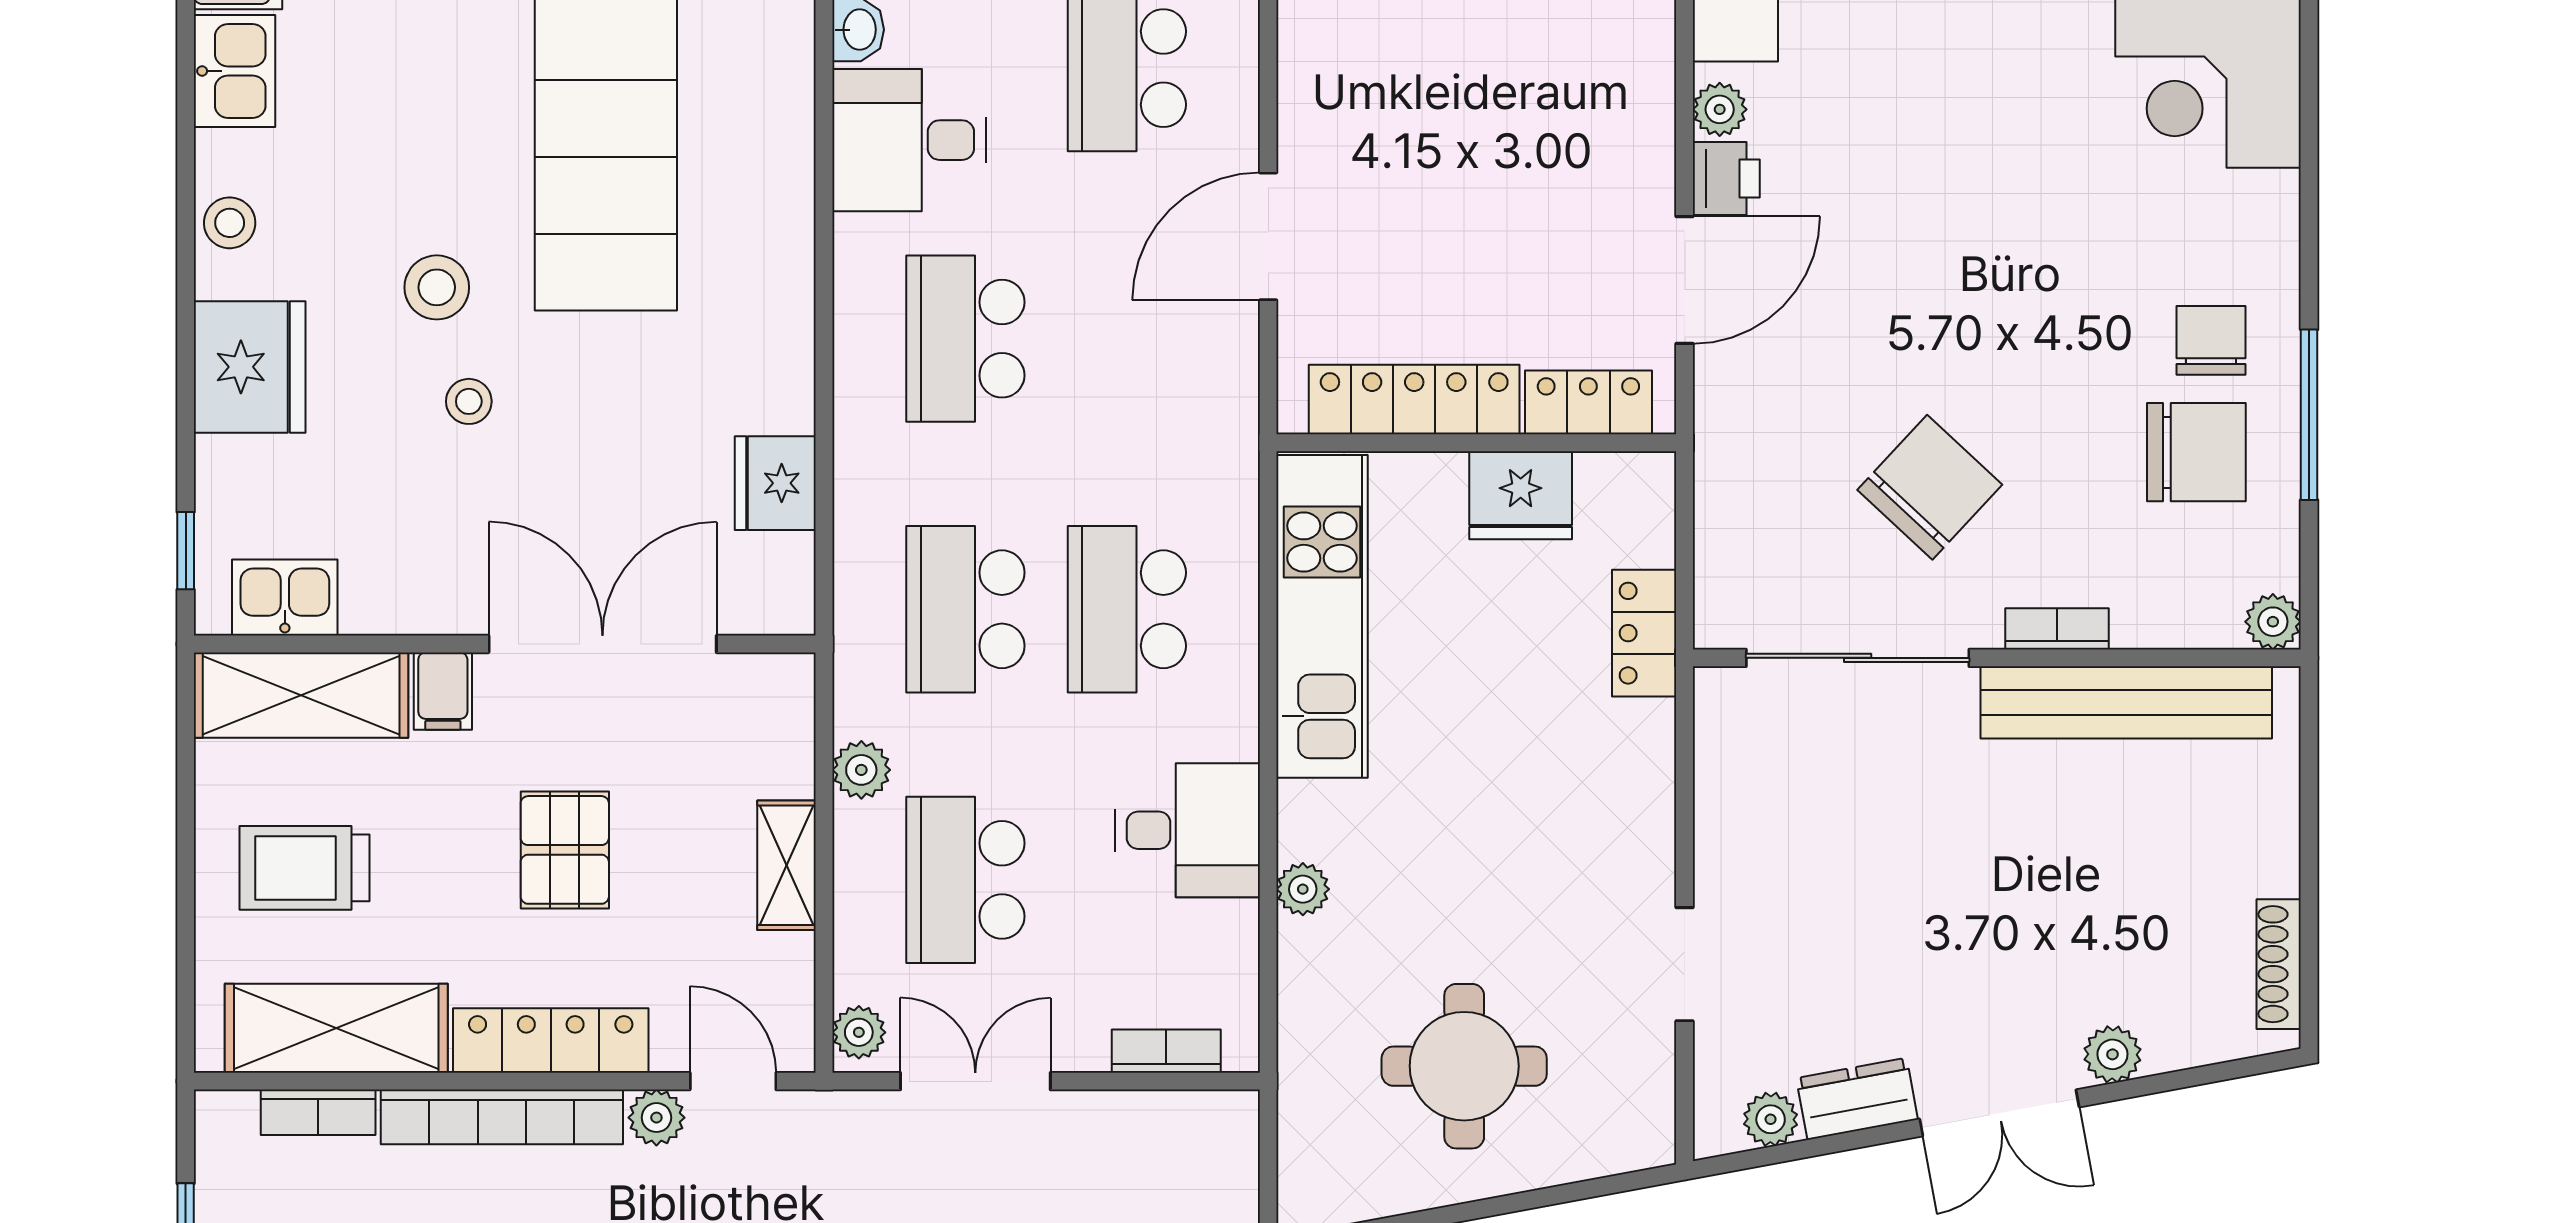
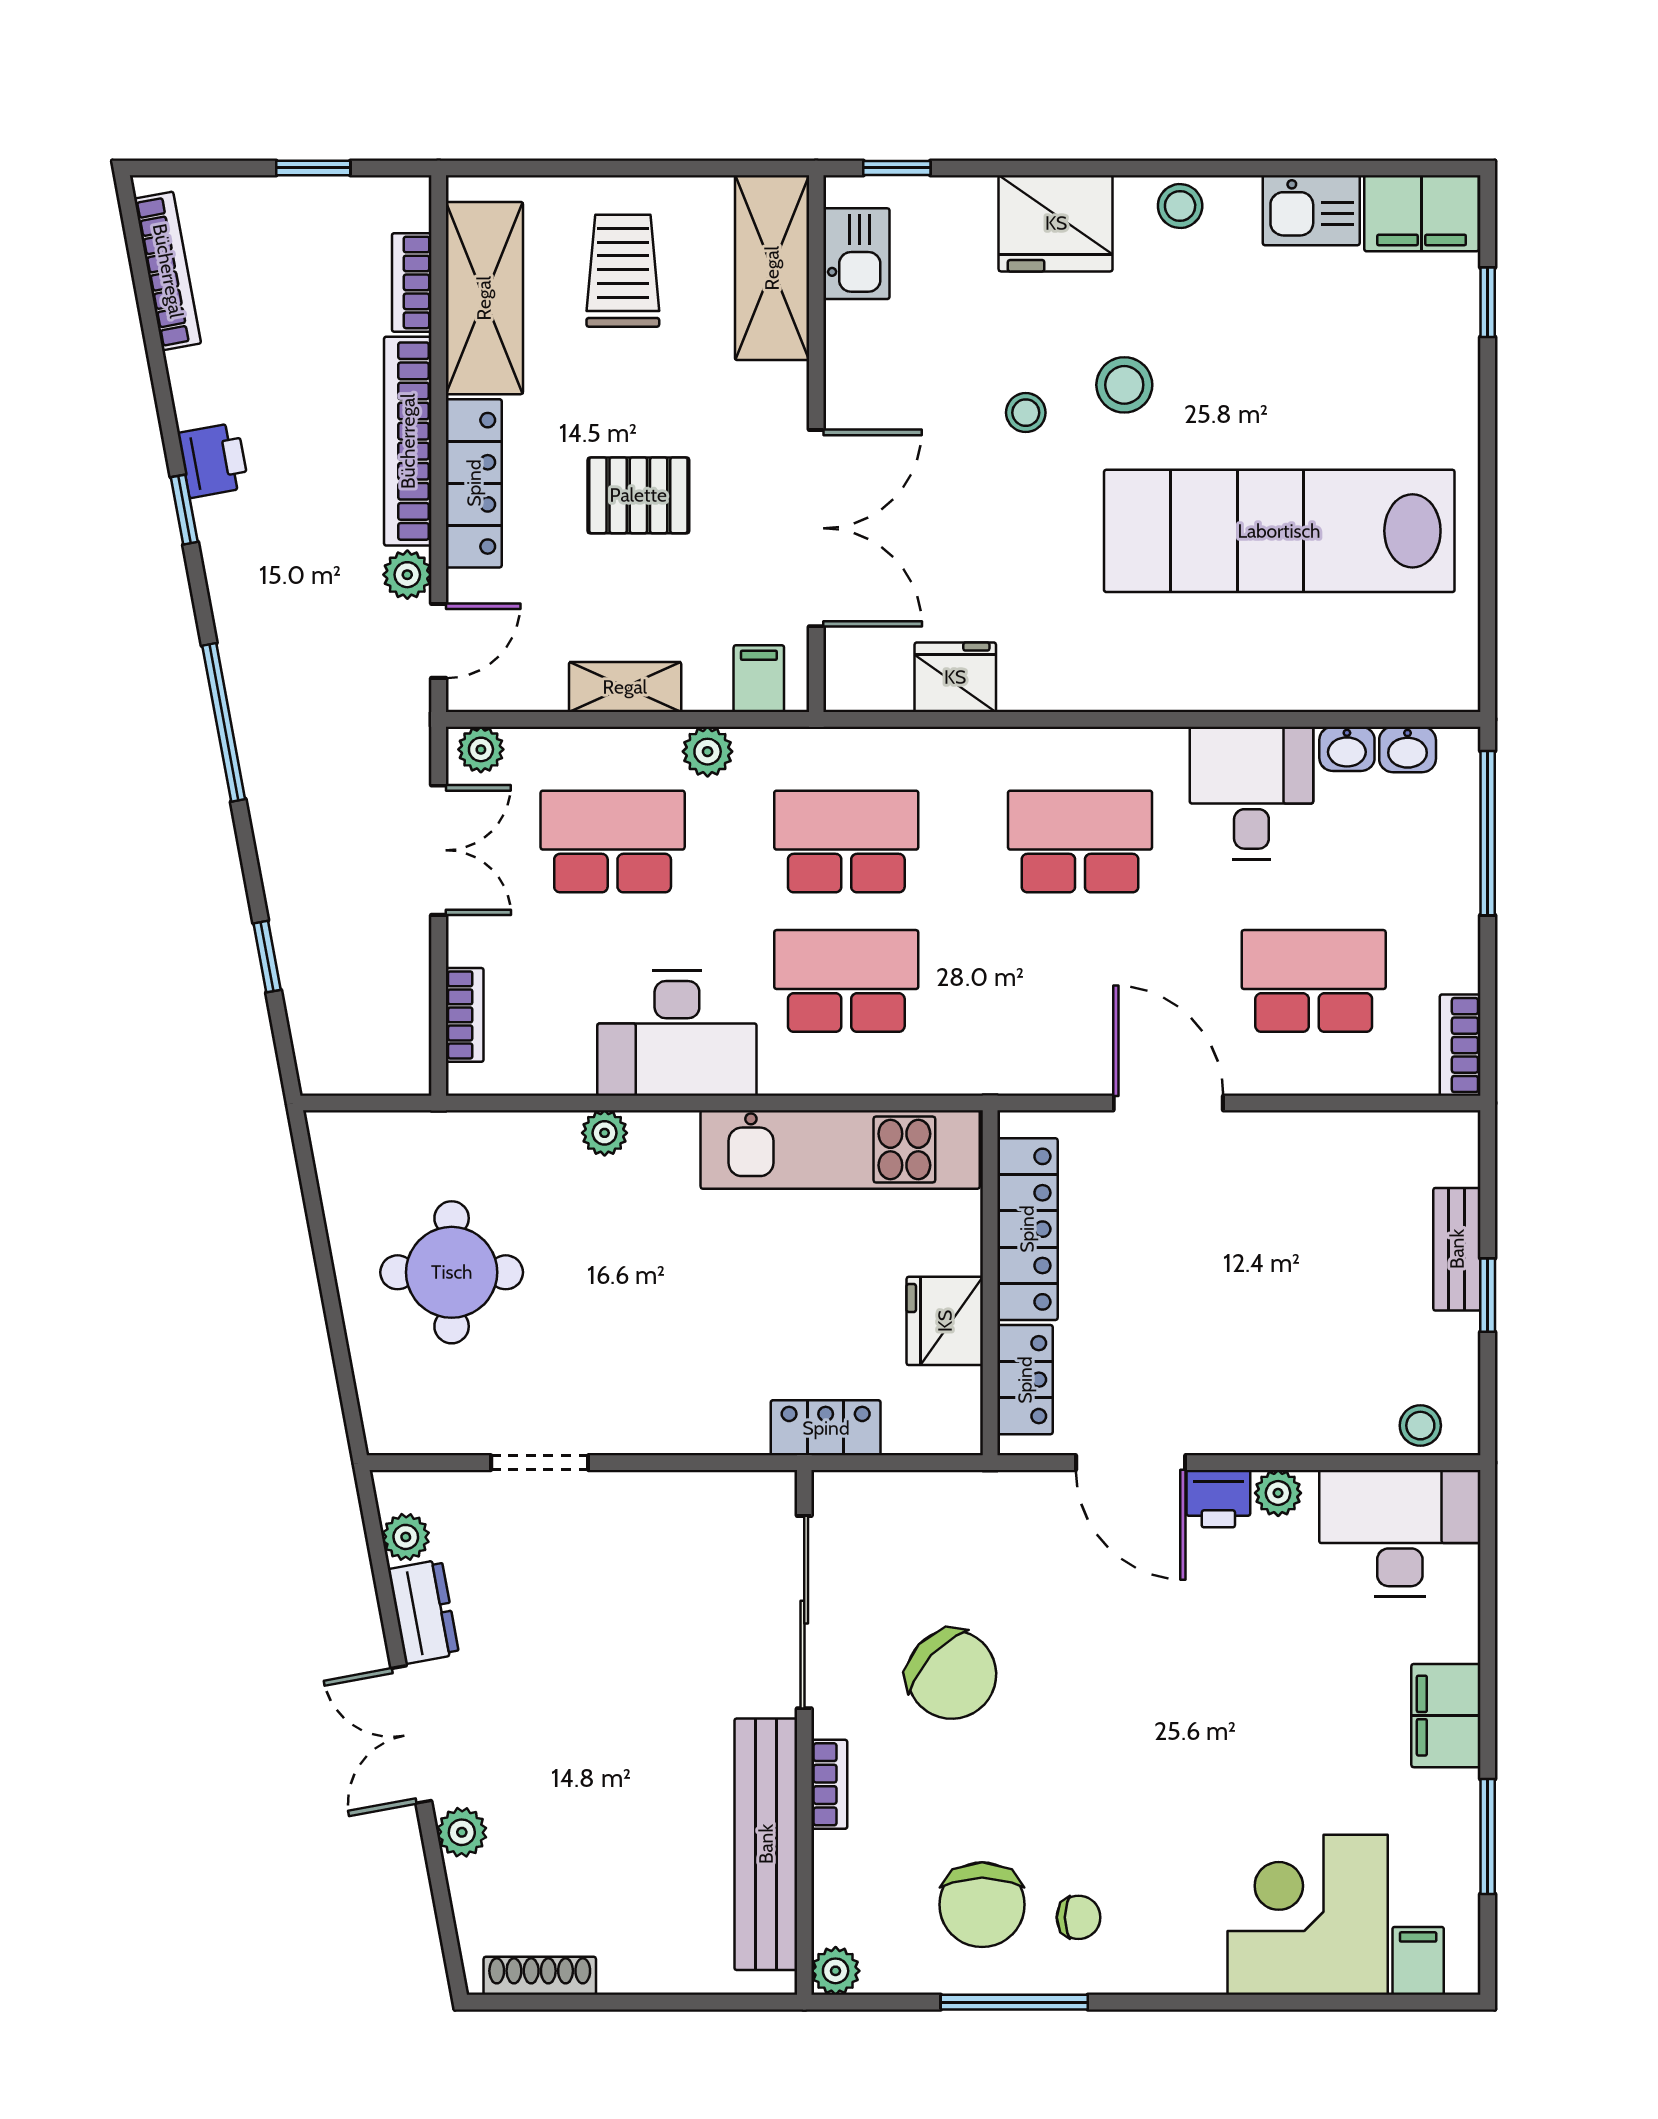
chair: (2211, 340) -> (1079, 1917), width x0.73, depth x0.73
filing cabinet: (443, 691) -> (759, 679), moved, turned 90
desk: (1188, 830) -> (677, 1033), width x1.37

